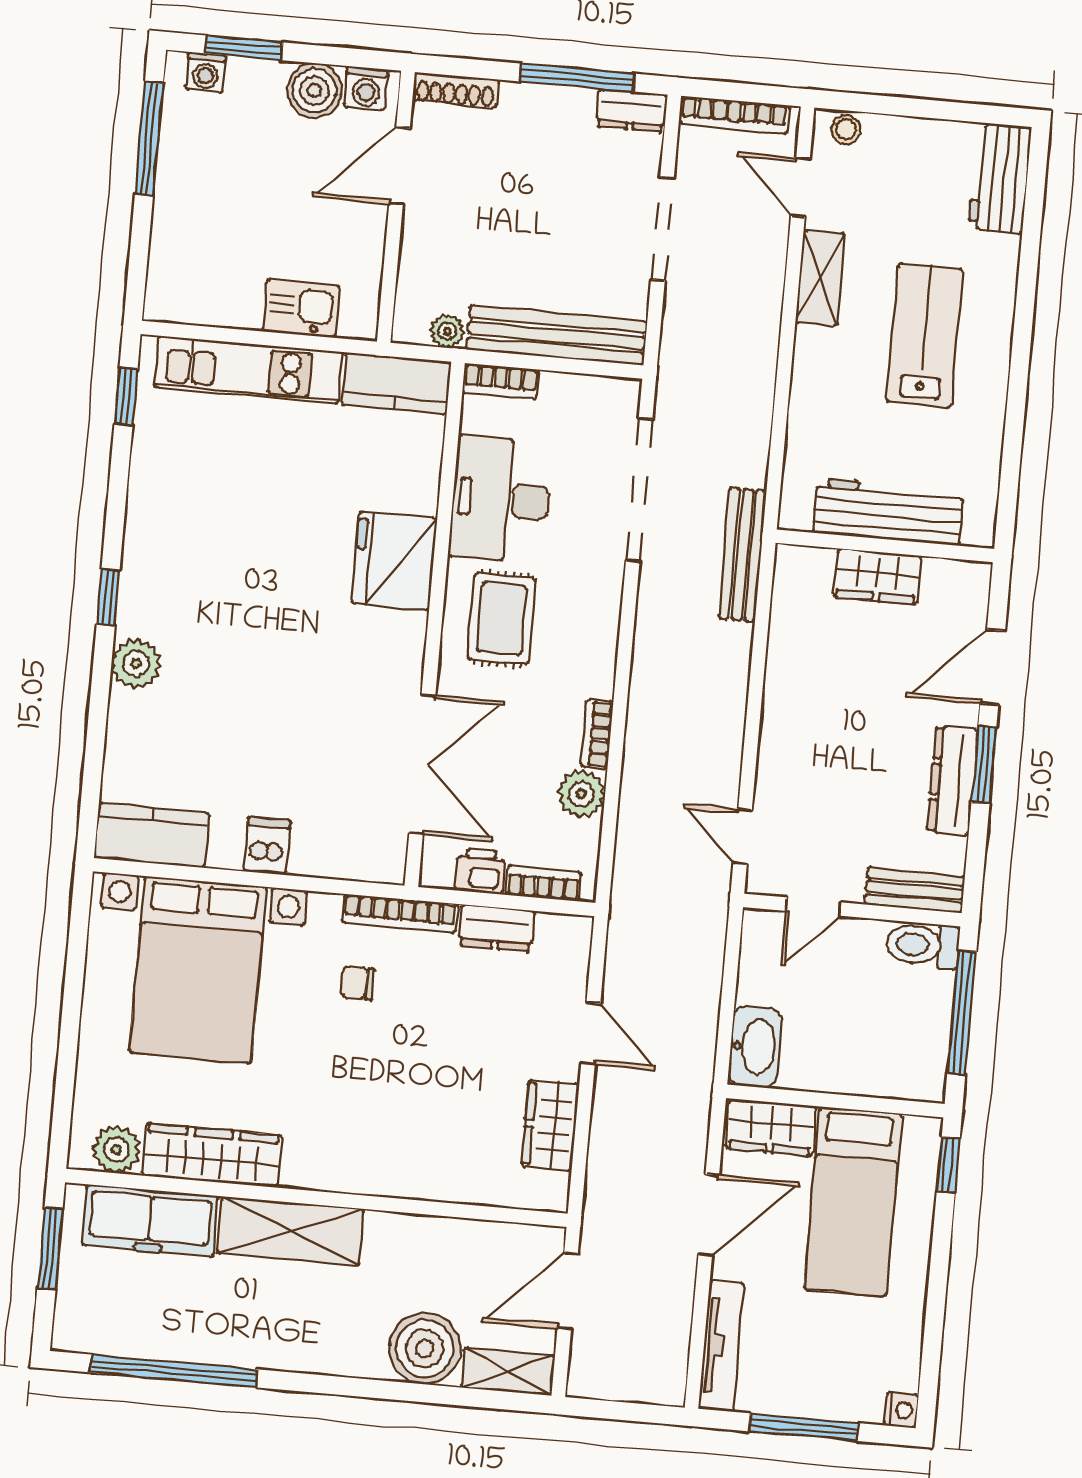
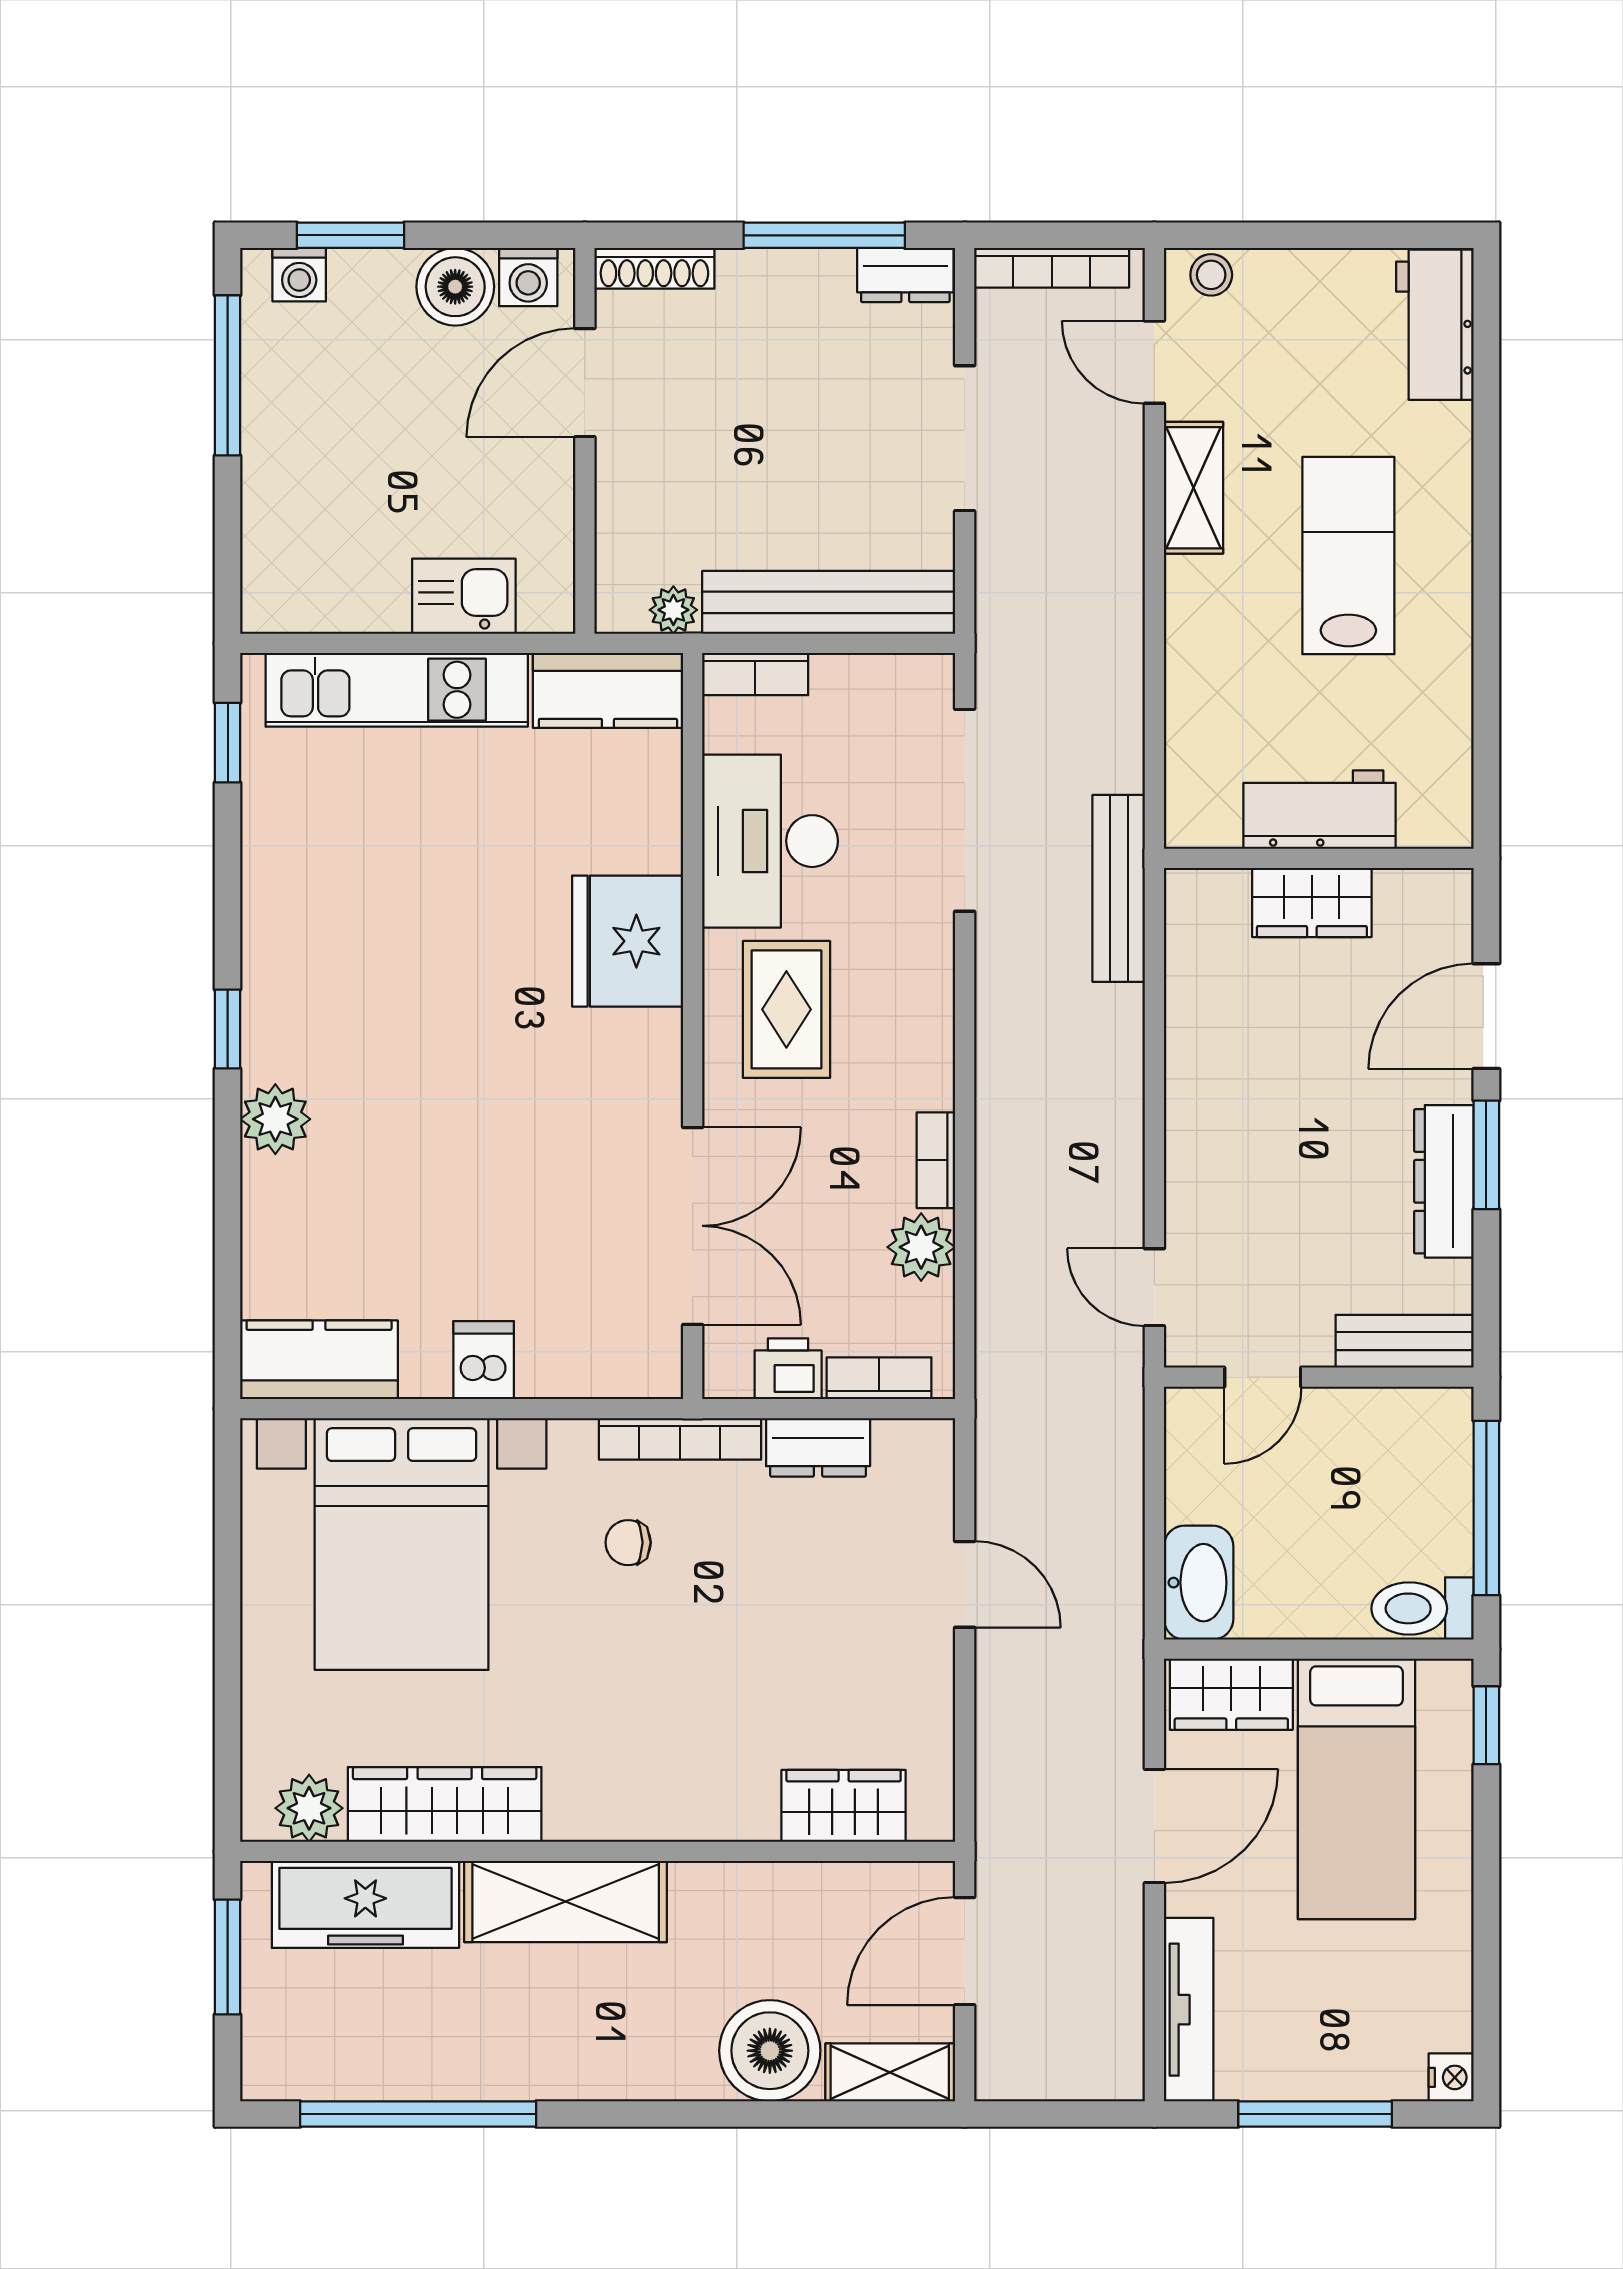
workbench: (888, 512) -> (1319, 810), width x0.73
toilet: (923, 945) -> (1423, 1608), moved
wardrobe: (550, 1125) -> (844, 1806), moved, turned 90

